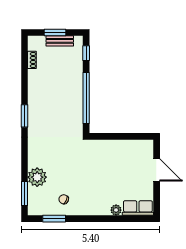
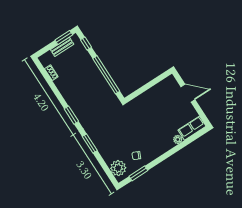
window: (55, 32) -> (64, 37), moved
plant: (37, 177) -> (118, 168), moved
window: (24, 194) -> (90, 144), moved

